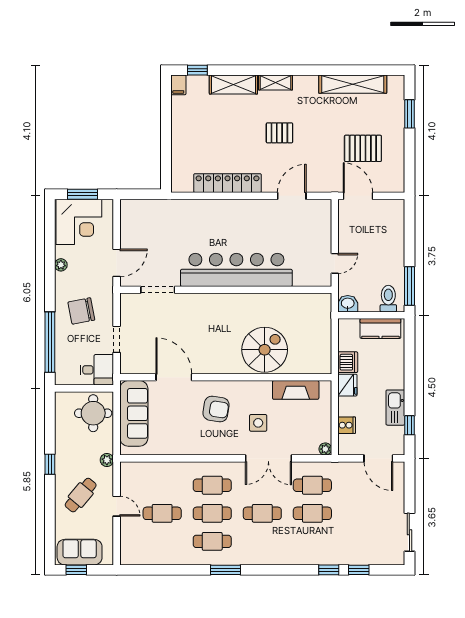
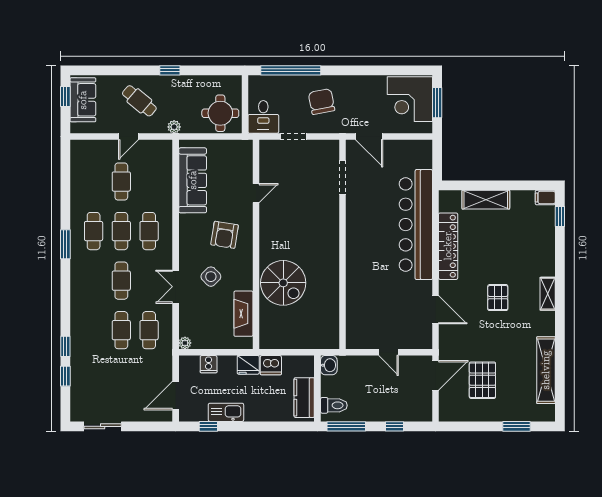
shelving: (233, 84) -> (486, 200), moved, turned 90
window: (409, 237) -> (395, 426), added
door: (335, 263) -> (388, 352), moved
plant: (61, 265) -> (367, 81), removed
bar counter: (236, 270) -> (416, 225), moved, turned 180
door: (174, 377) -> (256, 193), width x0.53
sofa: (134, 413) -> (193, 180), moved, turned -90
side table: (258, 423) -> (211, 277), turned 45
double door: (268, 458) -> (176, 287), width x0.73

